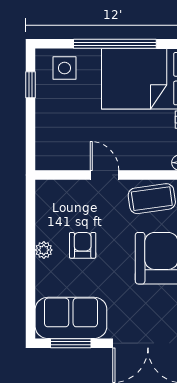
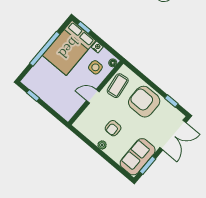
side table: (64, 68) -> (95, 67), moved
armchair: (83, 245) -> (113, 128), turned -90

